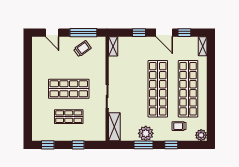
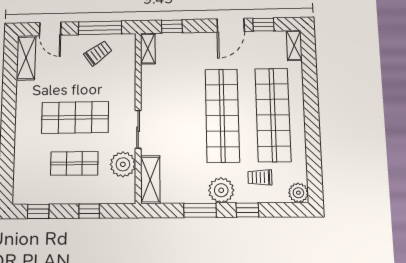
window: (139, 33) -> (172, 26), moved
door: (164, 33) -> (231, 25), hinge flipped
shelving: (38, 51) -> (26, 58), added
plant: (98, 118) -> (123, 164), added
plant: (146, 133) -> (221, 190), moved

